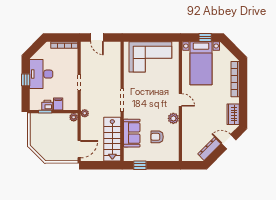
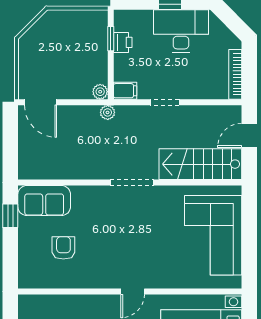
filing cabinet: (58, 104) -> (125, 91), moved
plant: (173, 118) -> (98, 278), removed
sofa: (132, 133) -> (44, 201), moved
stairs: (112, 139) -> (200, 164), moved

